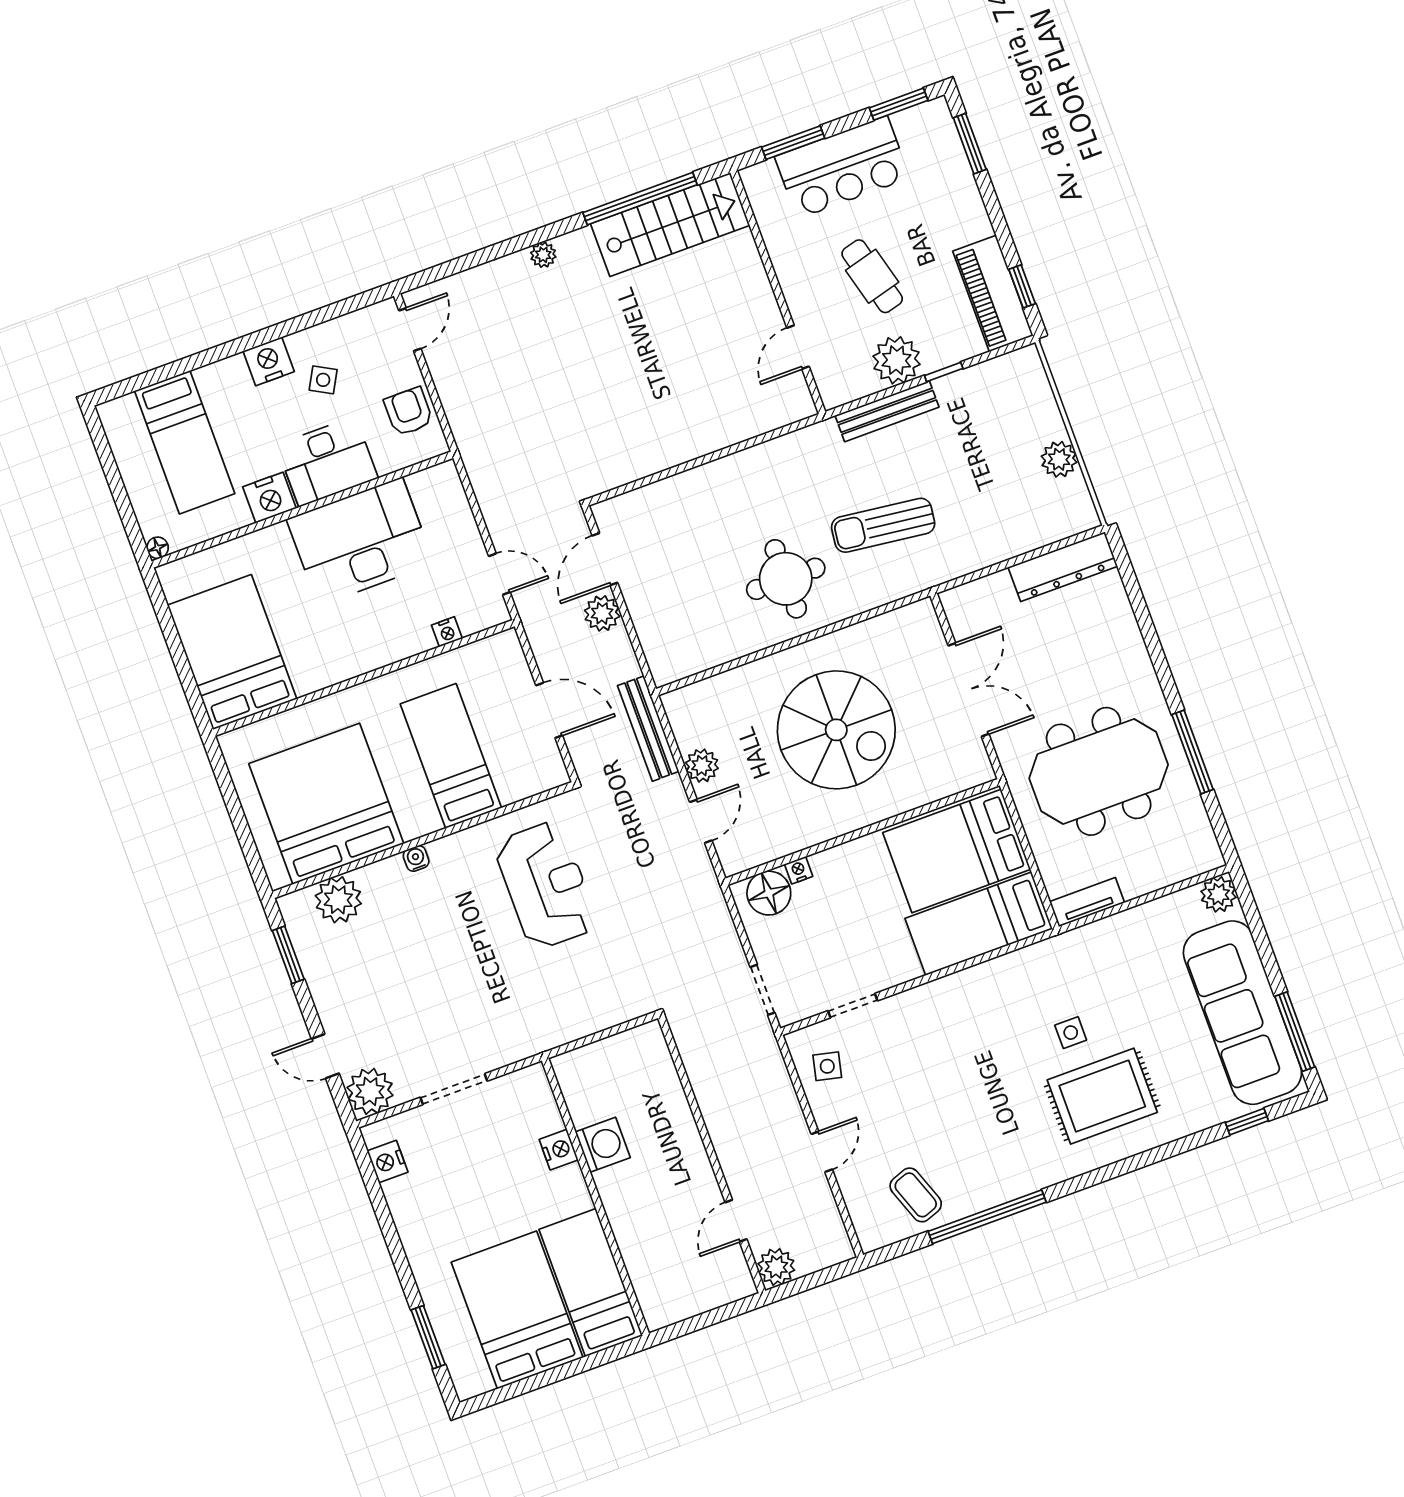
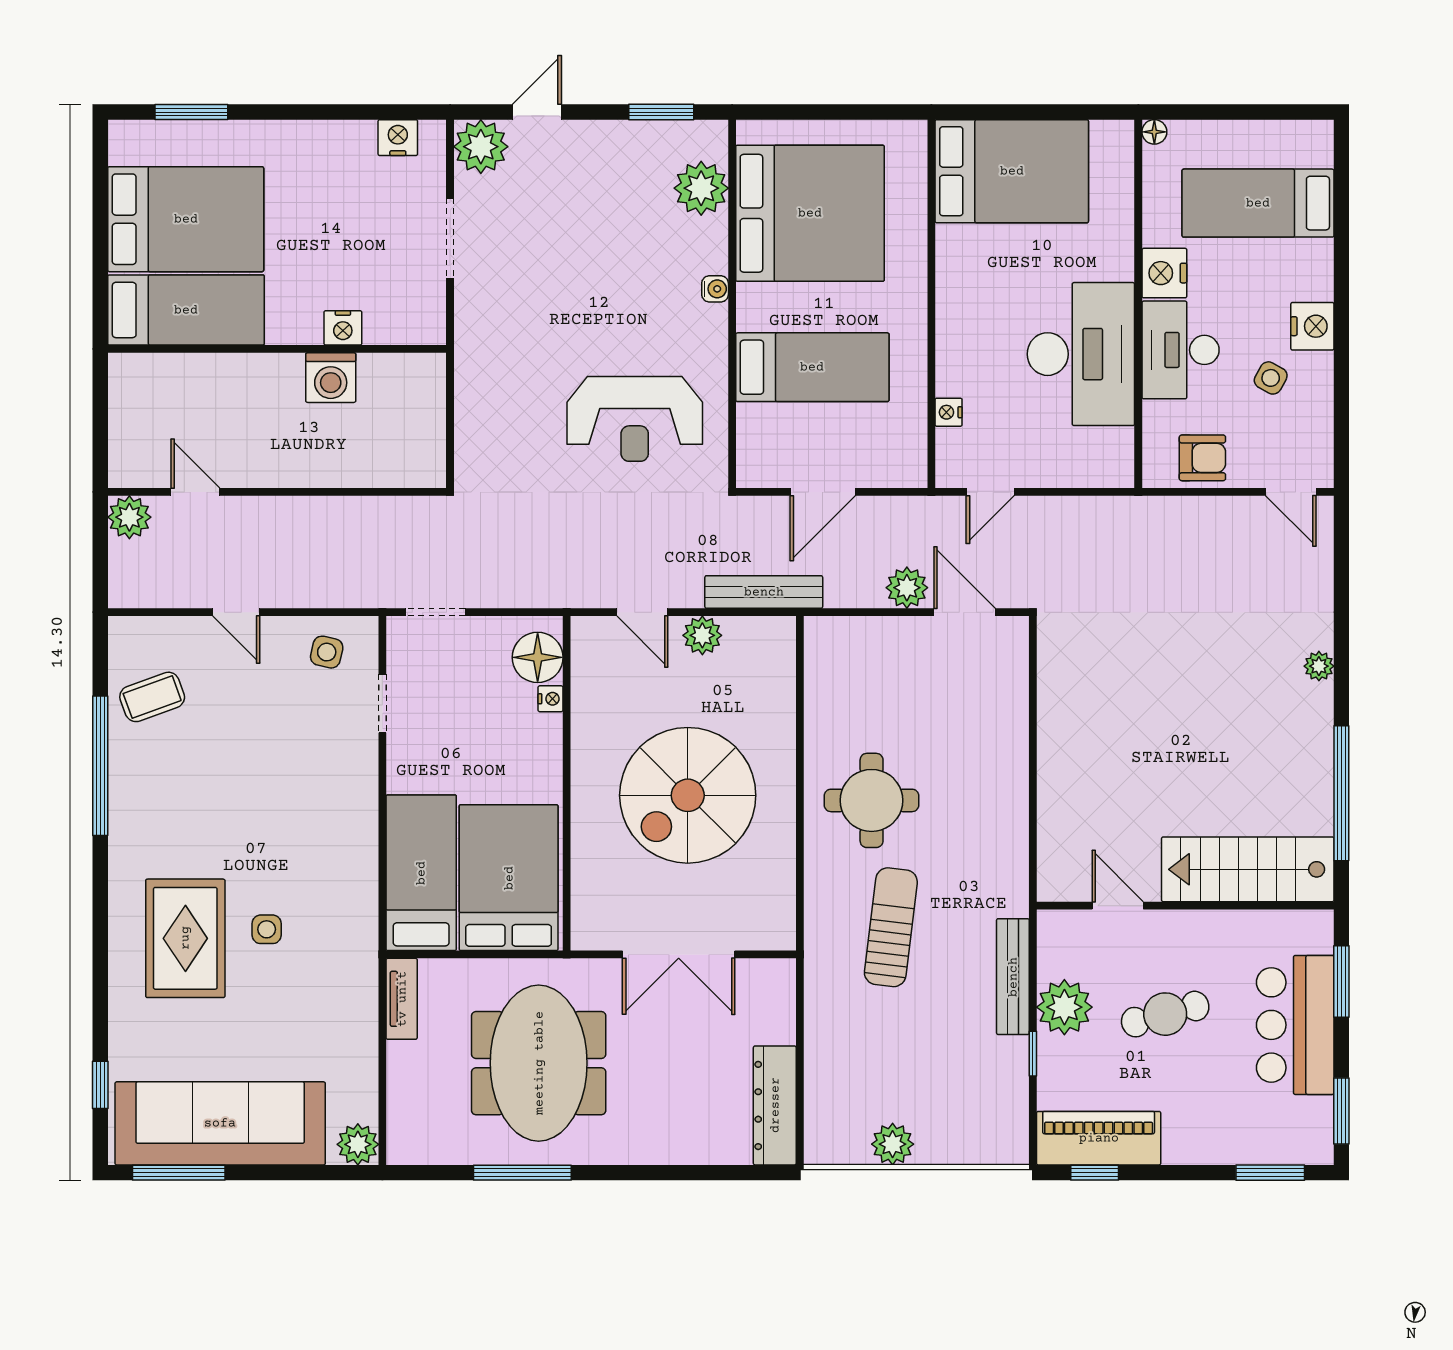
stairs: (670, 225) -> (1248, 869), moved, turned 90

